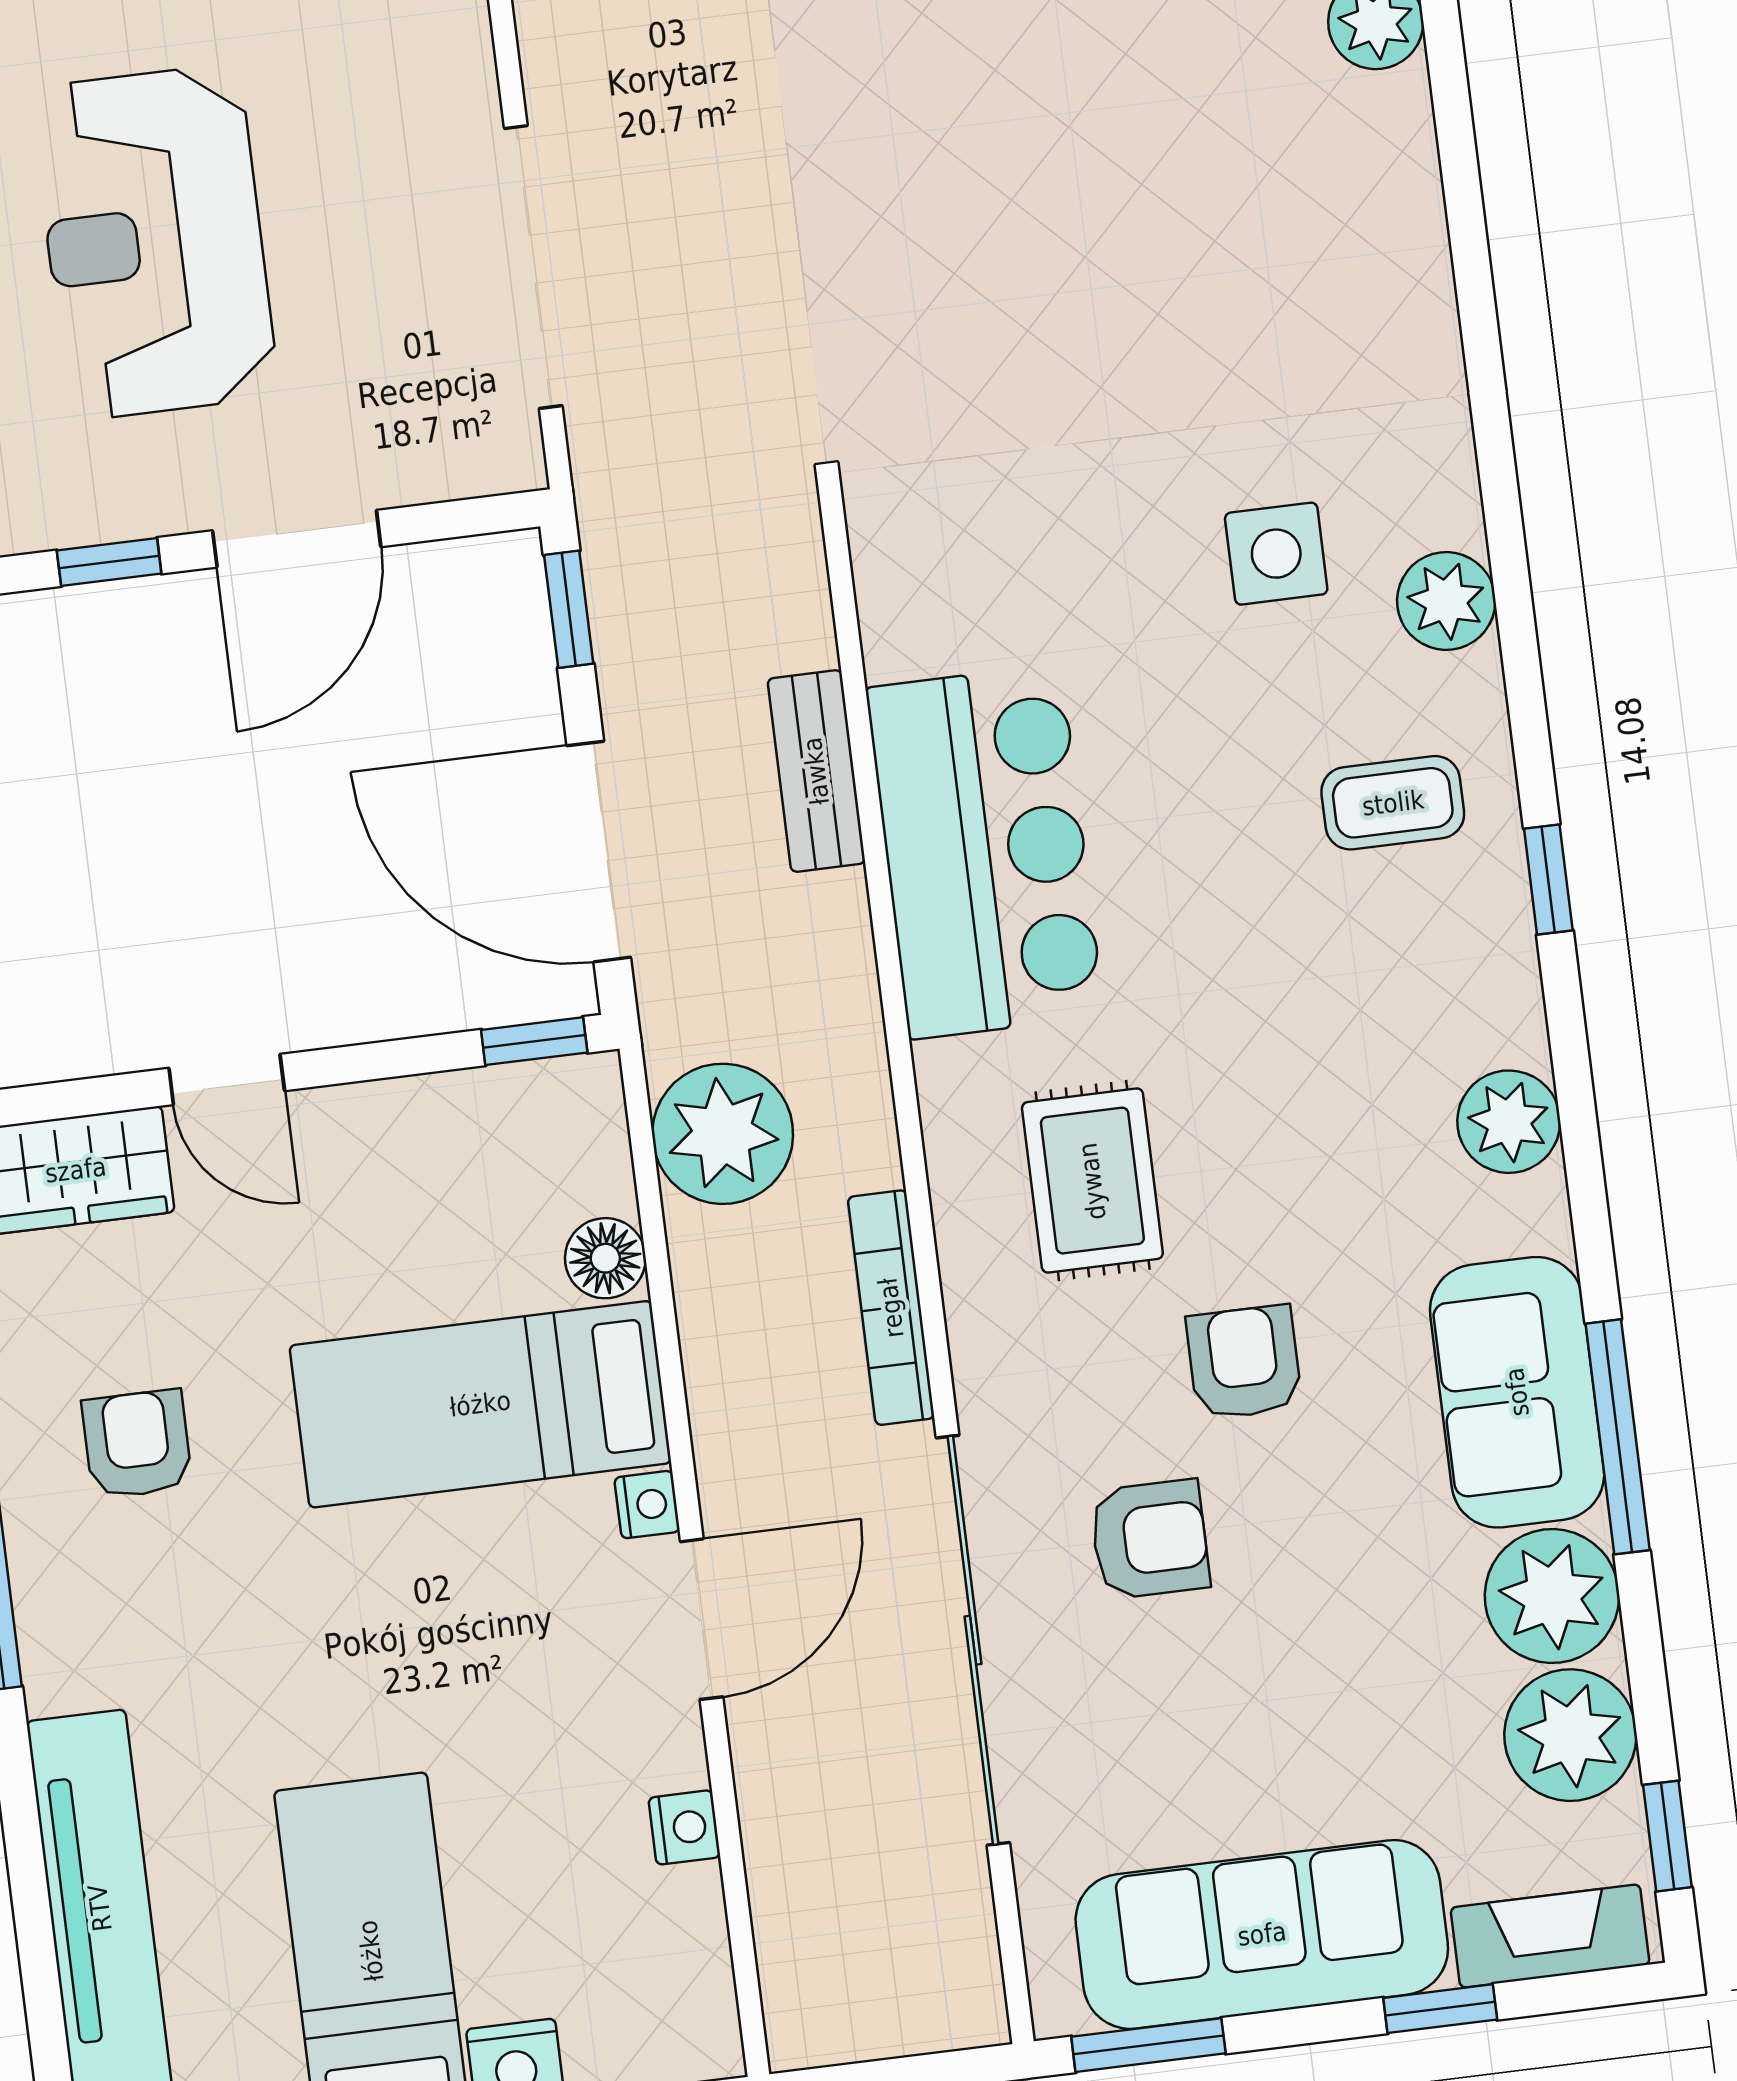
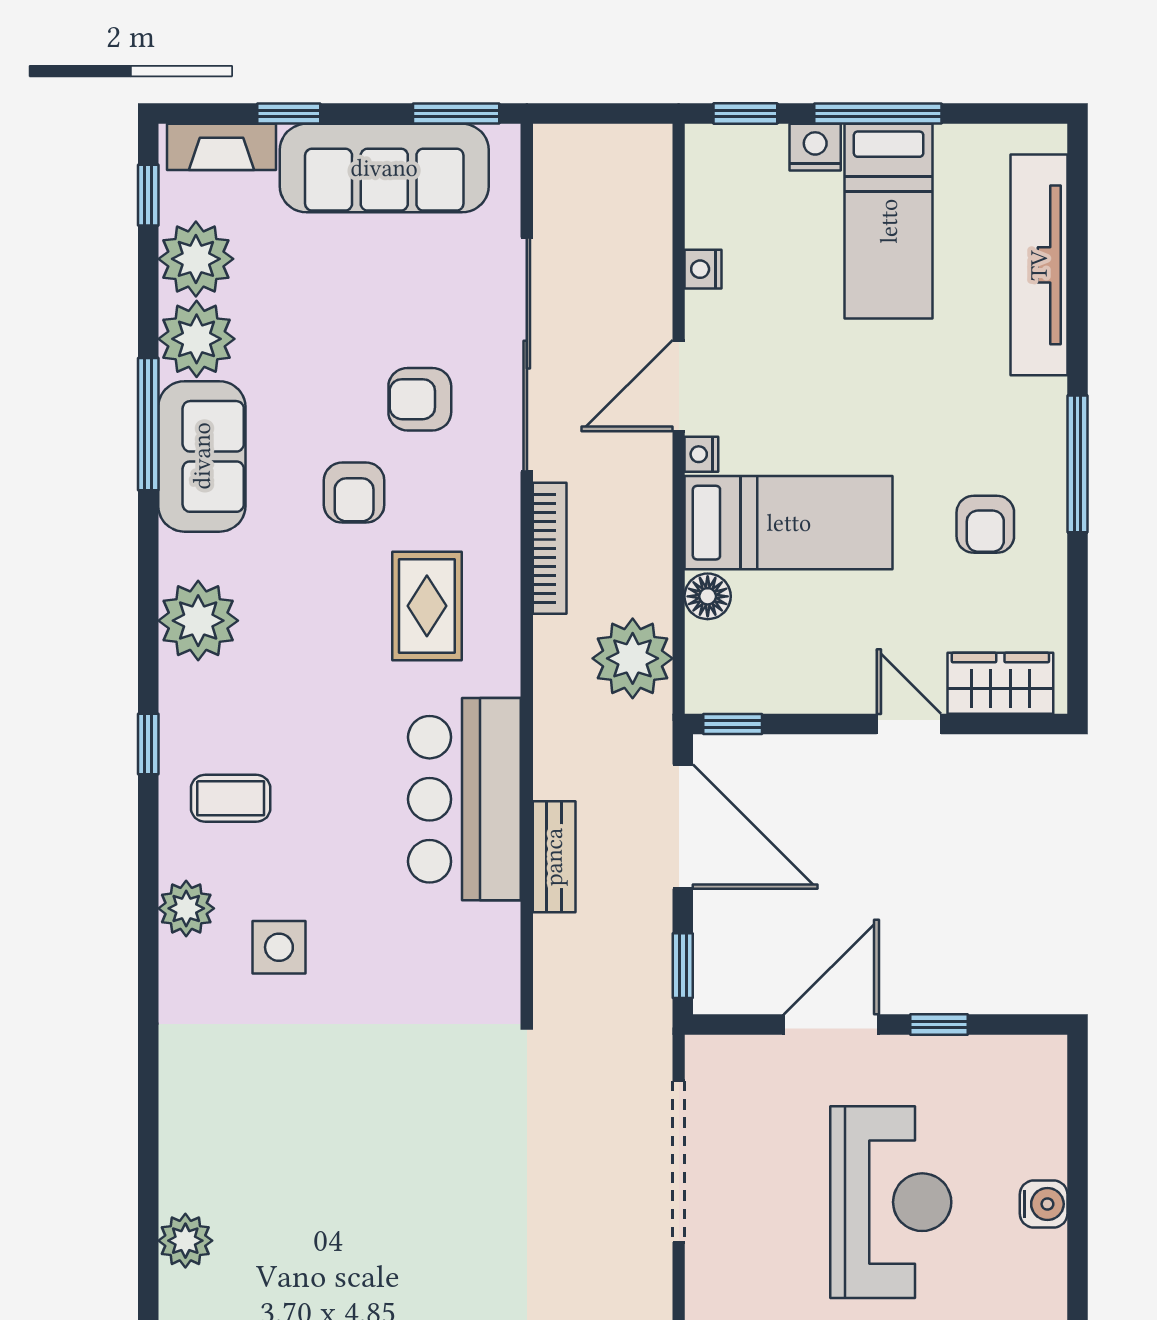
plant: (1509, 1122) -> (198, 621), width x1.36, depth x1.36

